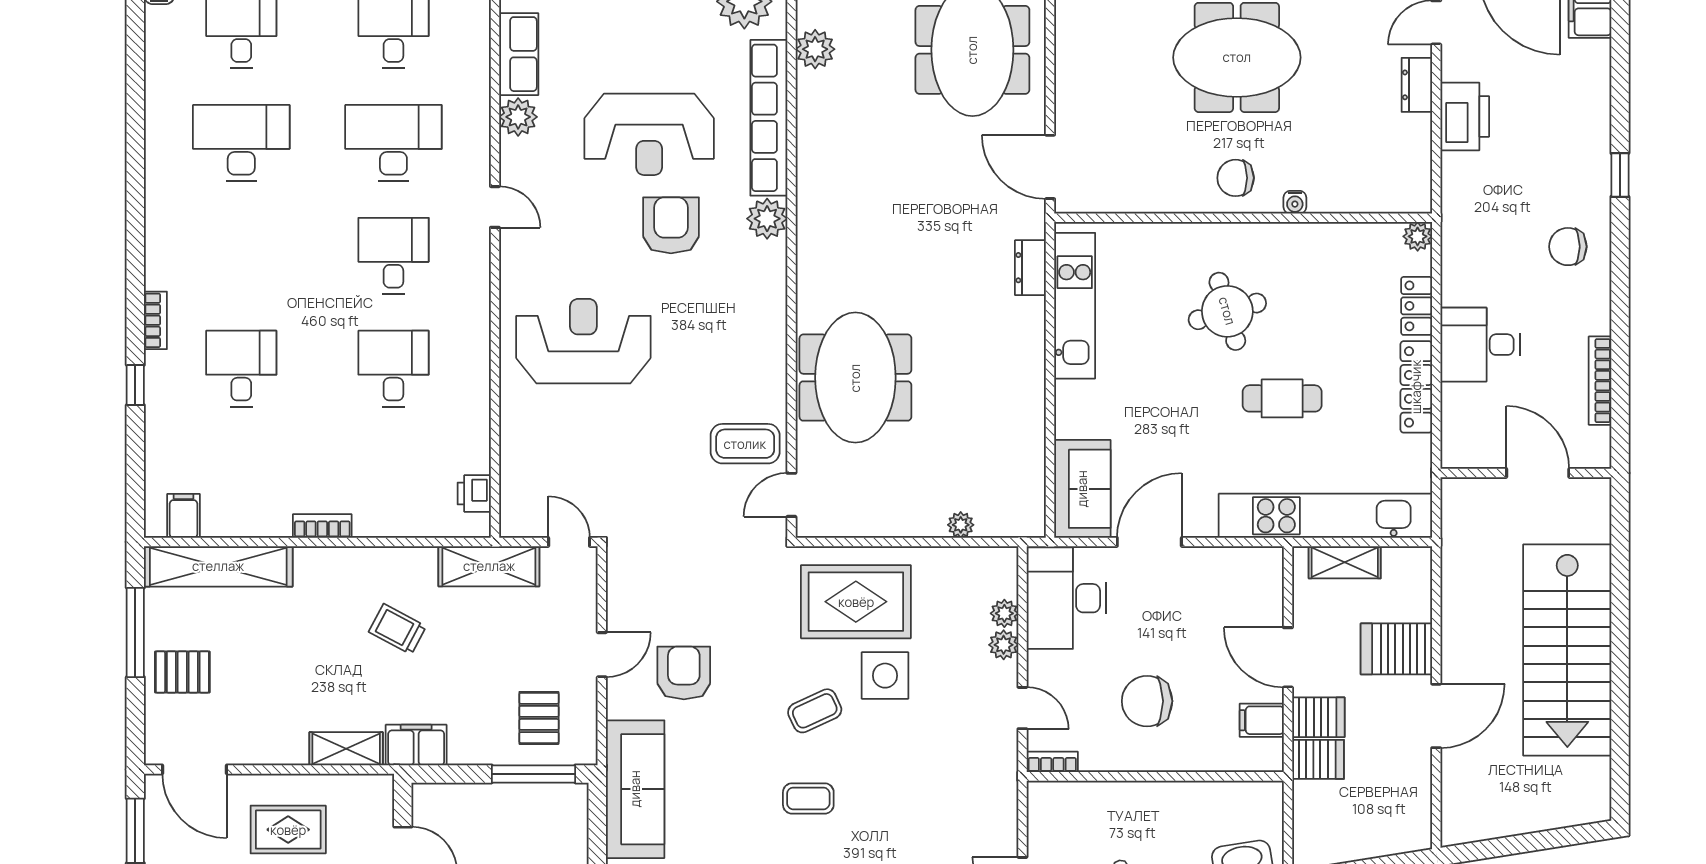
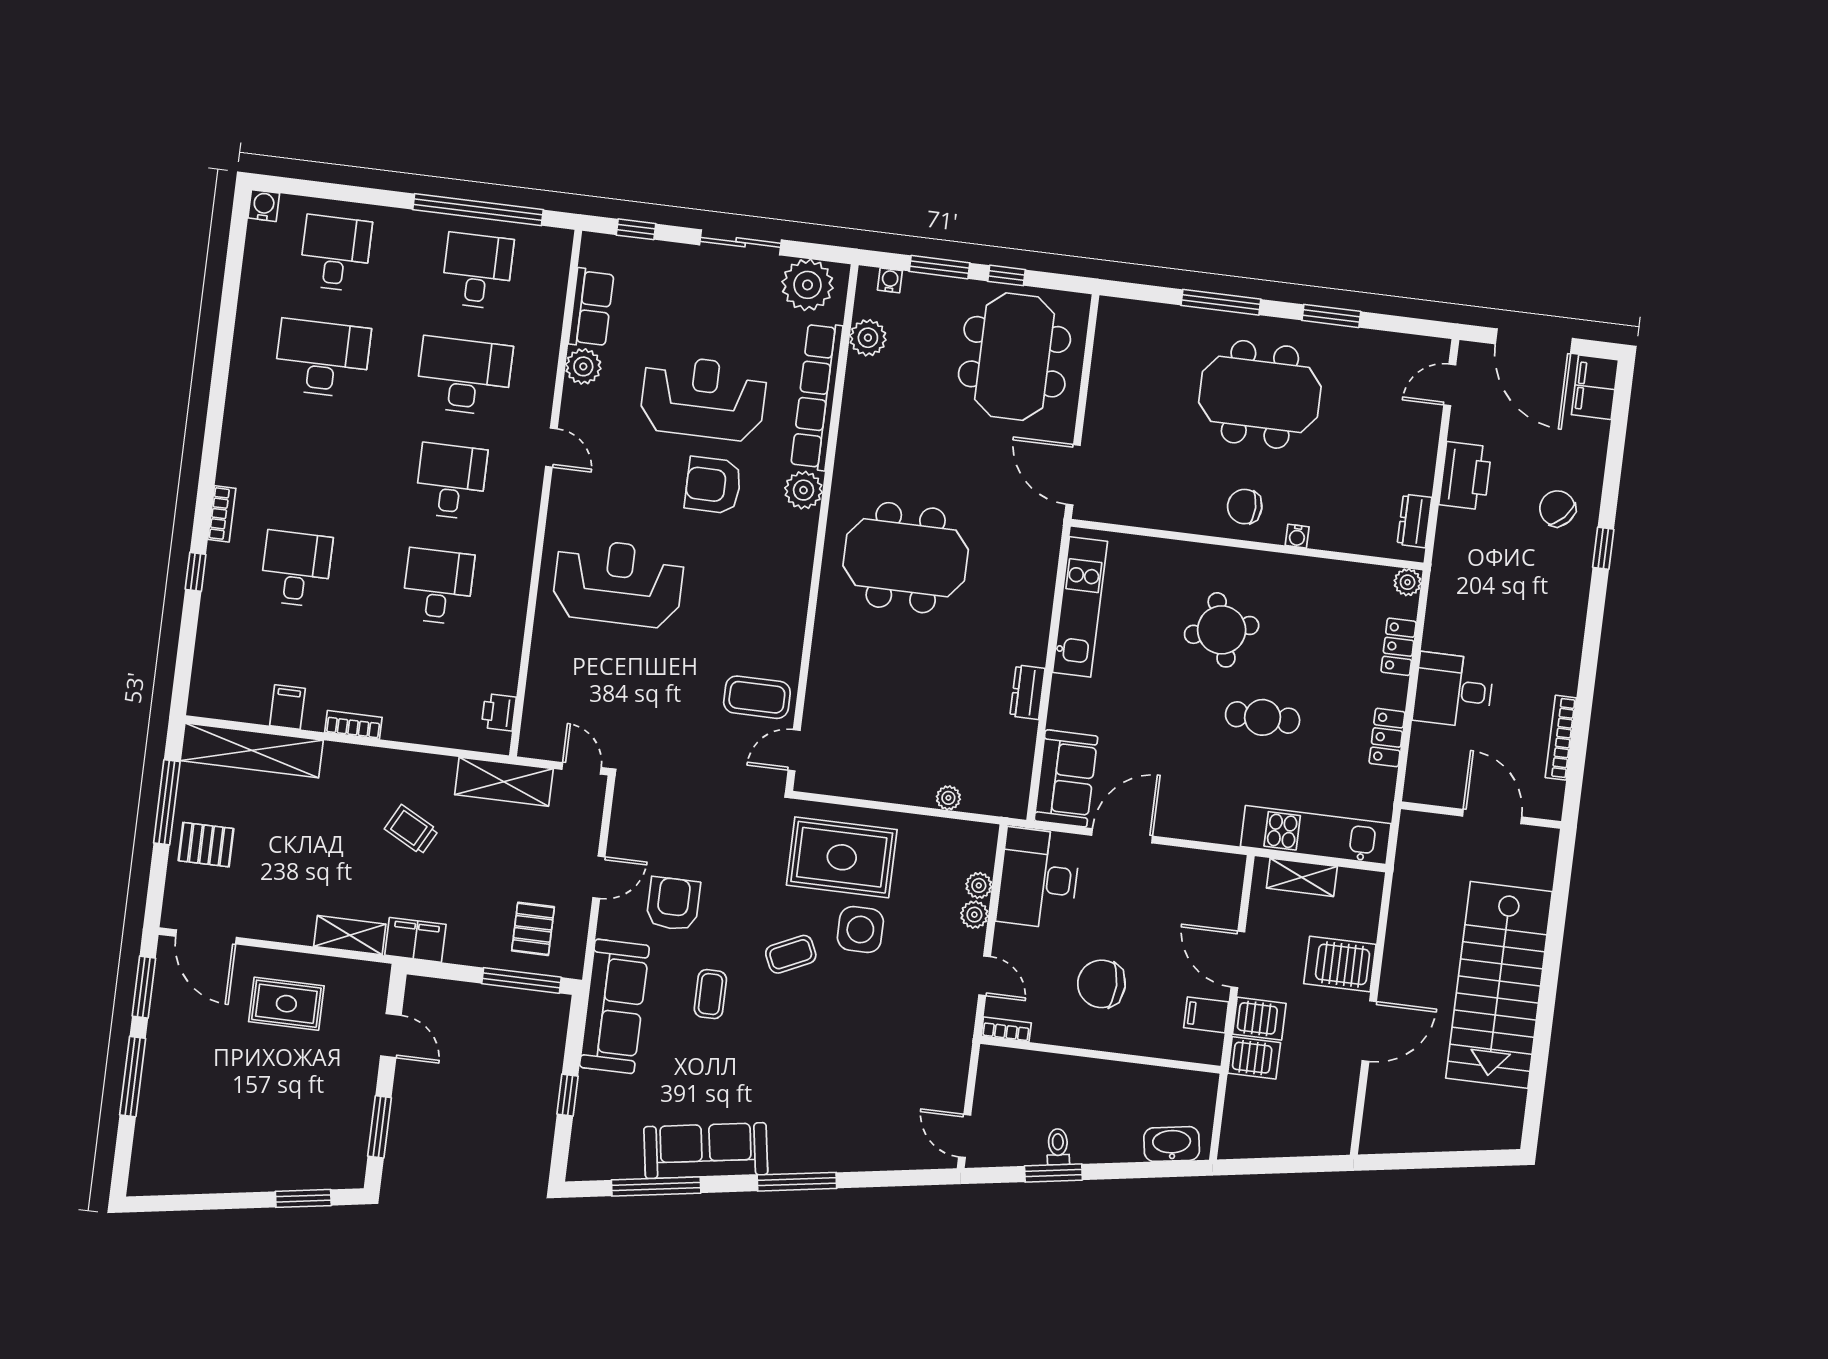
dresser: (1417, 85) -> (1414, 521), moved
reception desk: (649, 134) -> (703, 398), turned 180
armchair: (671, 225) -> (713, 485), turned -90
chair: (1568, 247) -> (1557, 508), moved, turned 43
dresser: (1030, 268) -> (1027, 692), moved
meeting table: (855, 378) -> (906, 558), moved, turned 90
locker: (1416, 387) -> (1387, 738), width x0.66
filing cabinet: (184, 516) -> (287, 707), moved
kitchen unit: (1325, 516) -> (1316, 835), width x0.73
coffee table: (808, 798) -> (710, 994), moved, turned 90

